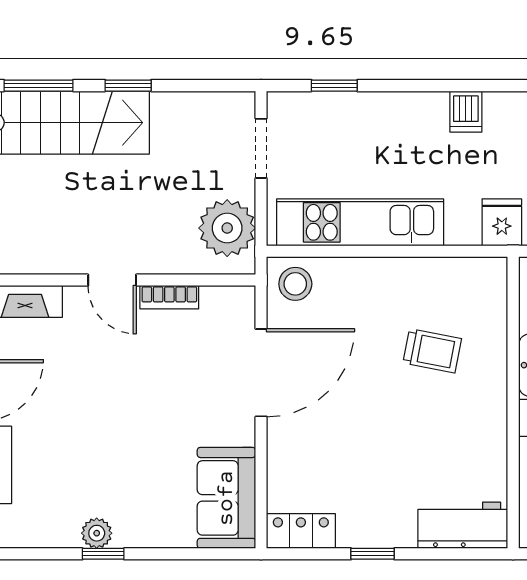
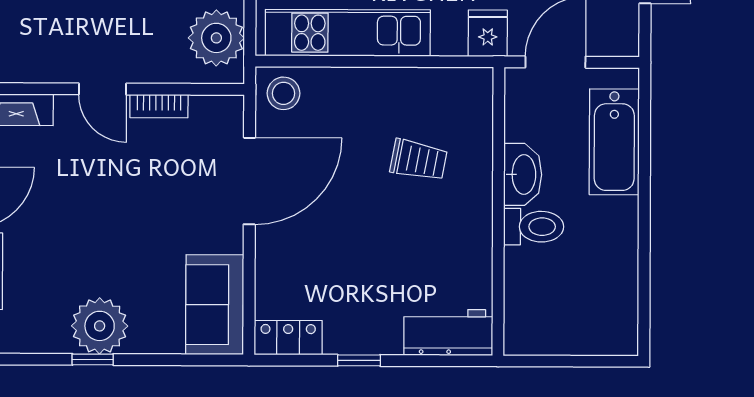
plant: (97, 533) -> (100, 326), width x1.88, depth x1.88

